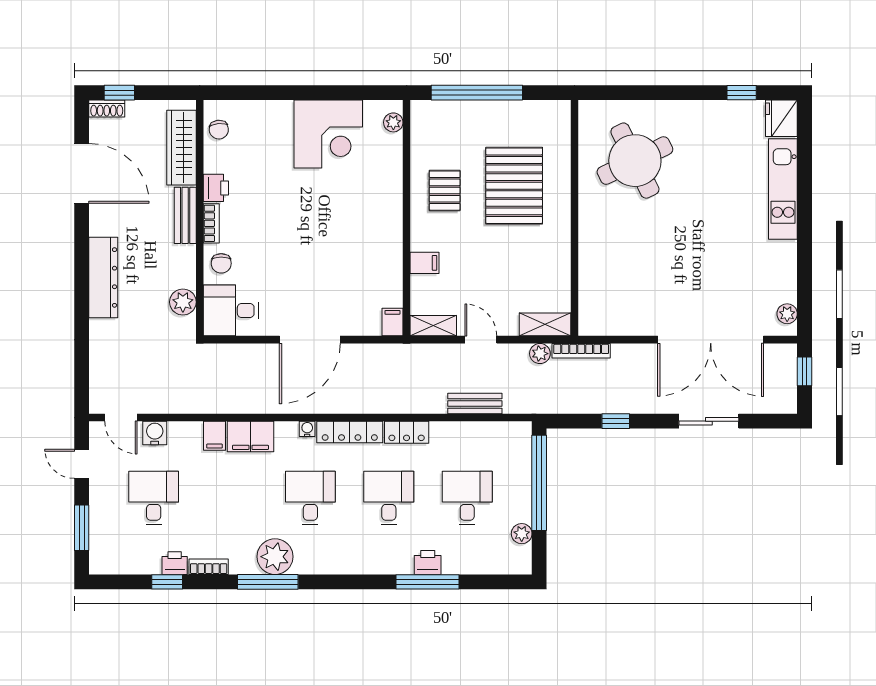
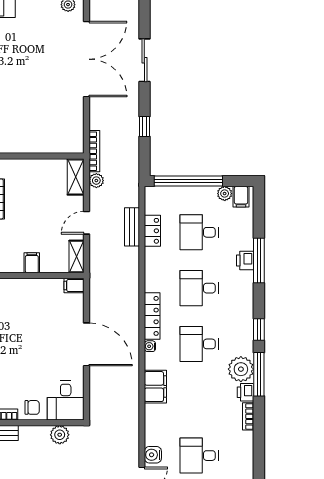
locker: (407, 432) -> (152, 231), moved
filing cabinet: (214, 436) -> (241, 197), moved, turned 90
printer: (175, 563) -> (246, 392), moved
window: (167, 582) -> (259, 330), moved

